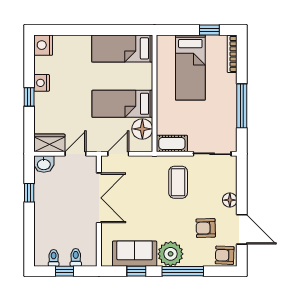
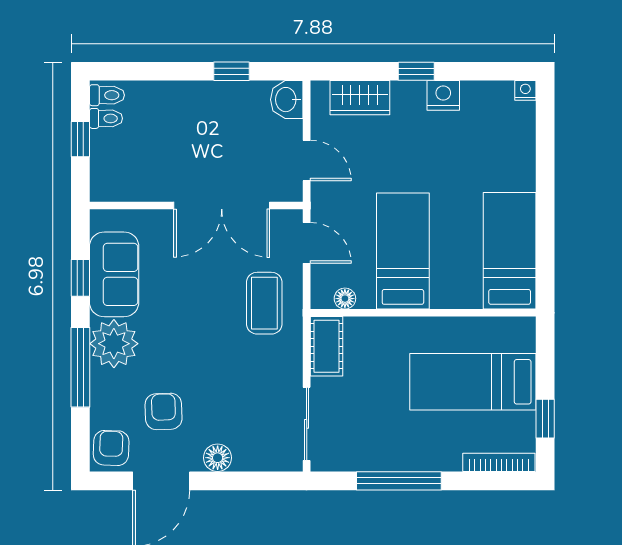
nightstand: (43, 45) -> (525, 90), width x0.53, depth x0.56
floor lamp: (142, 129) -> (345, 299), width x0.53, depth x0.53
wardrobe: (49, 143) -> (360, 98), moved, turned 90
coffee table: (178, 182) -> (264, 303), moved, turned 90
toilet: (76, 257) -> (107, 95), moved

